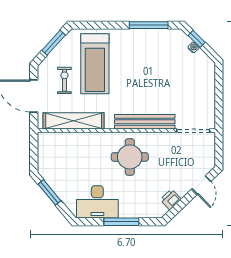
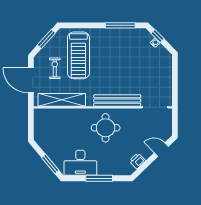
door: (201, 185) -> (161, 150), swing flipped
window: (50, 192) -> (50, 164), moved

